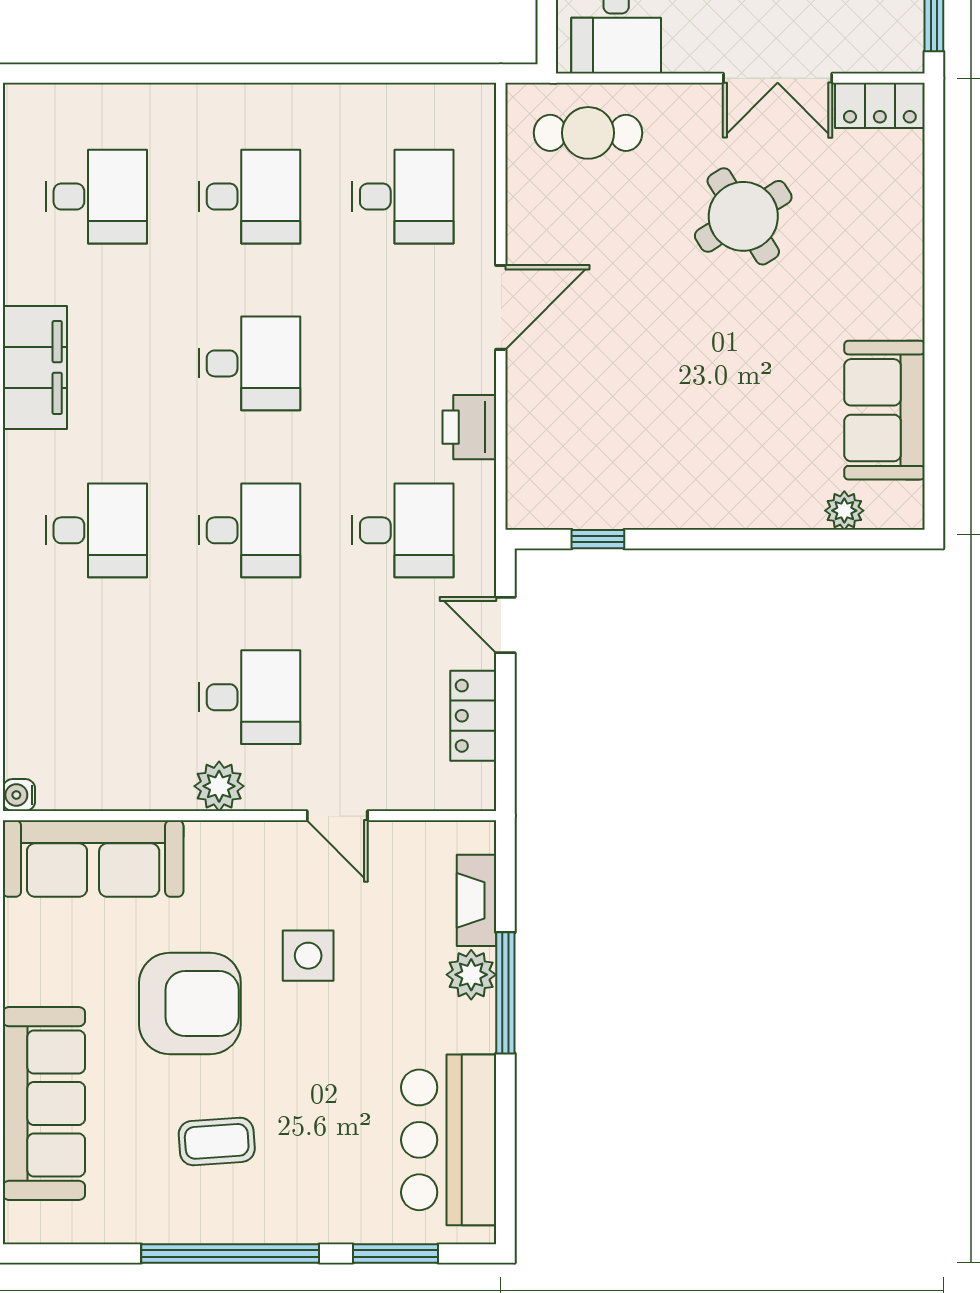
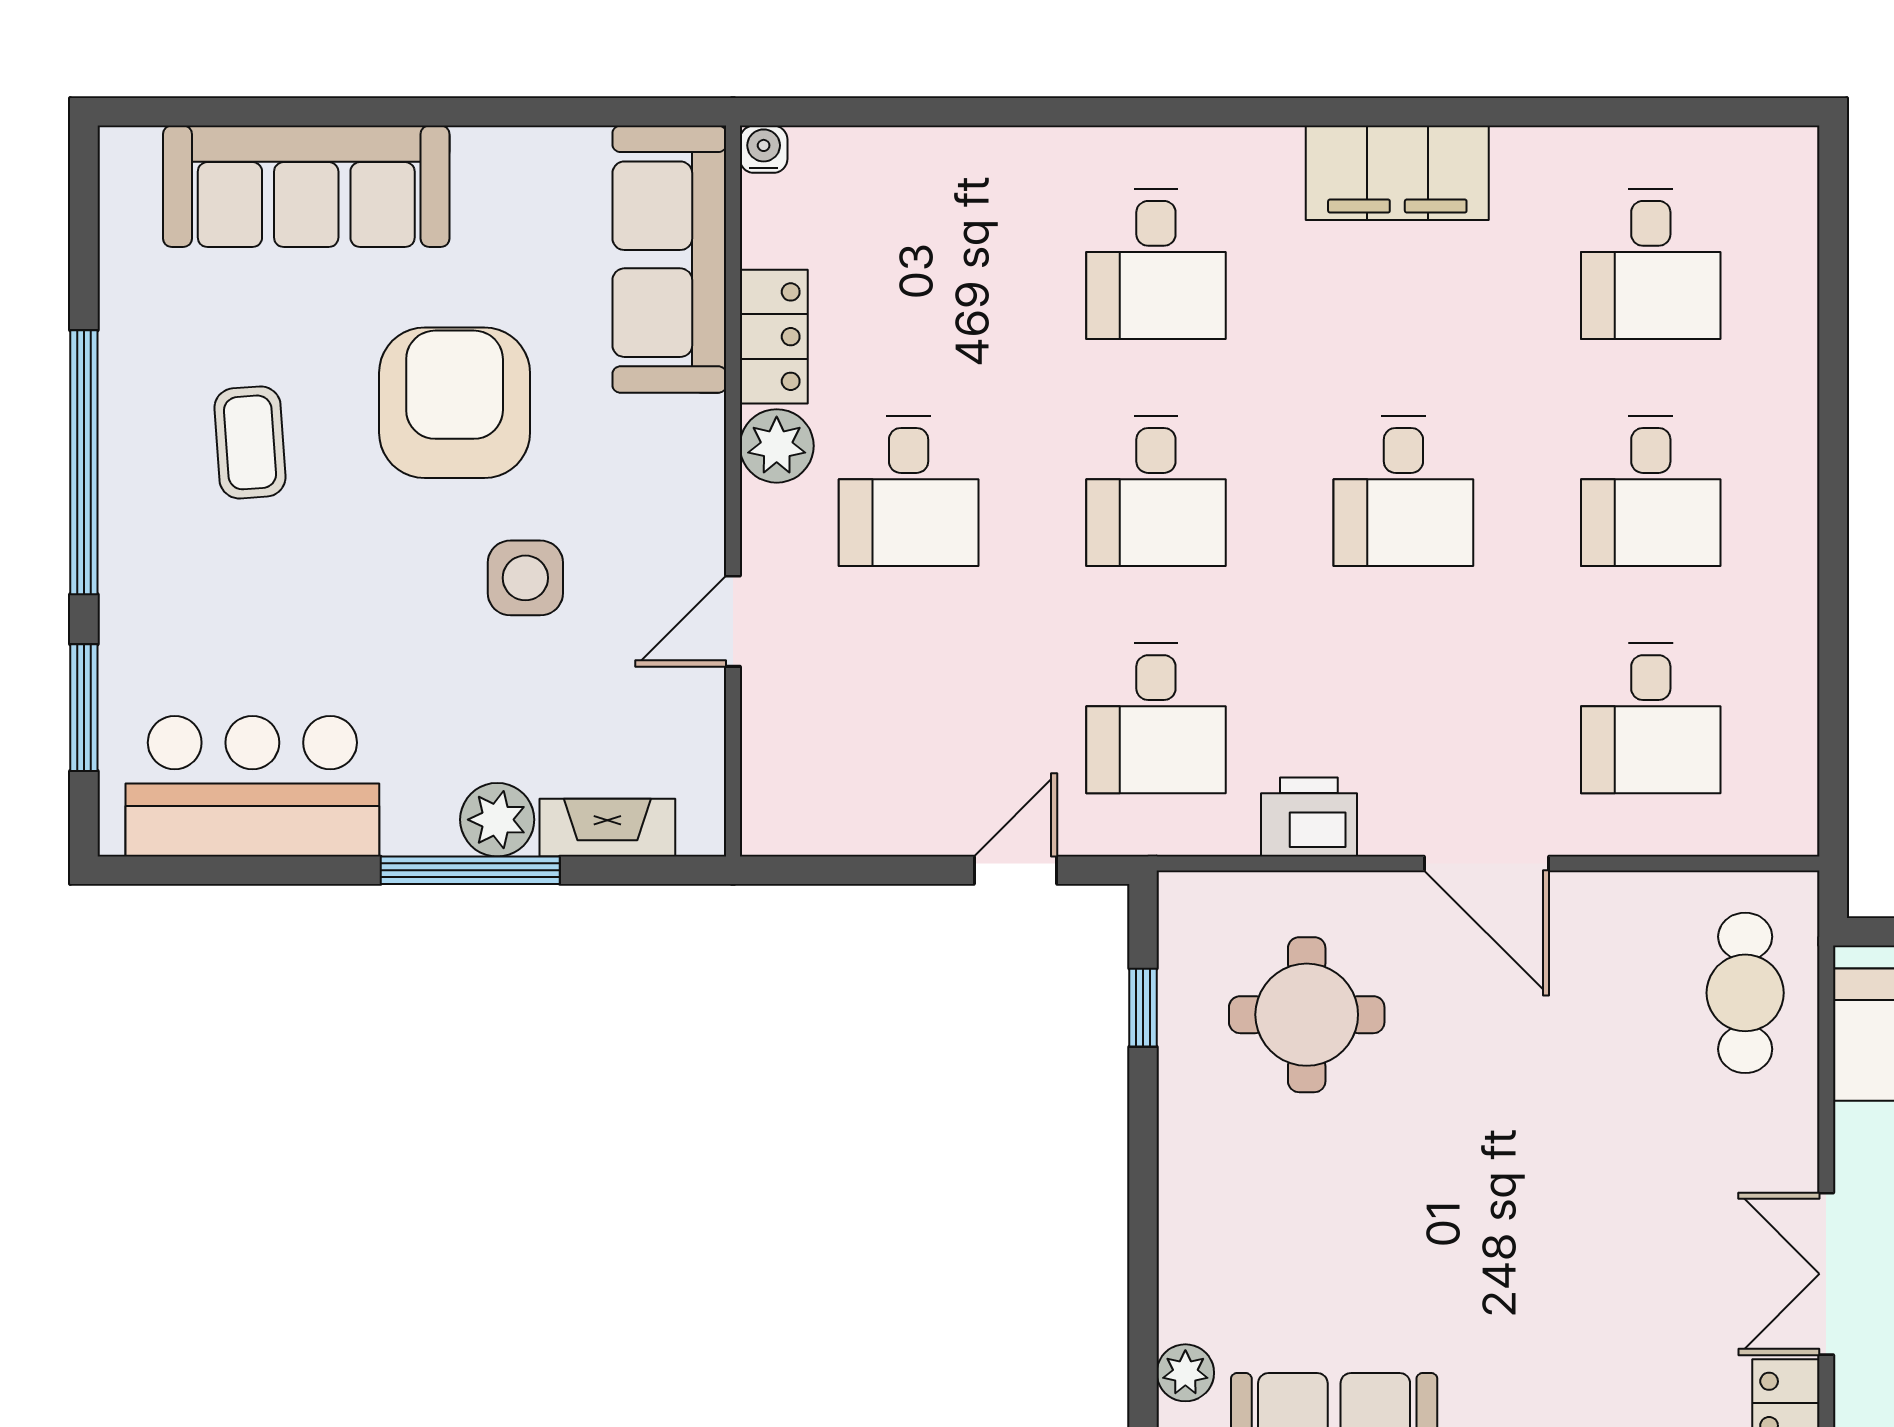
round table: (743, 216) -> (1307, 1015), moved, turned 32
locker: (473, 716) -> (774, 337), moved, turned 90
armchair: (190, 1003) -> (455, 403), turned 180

